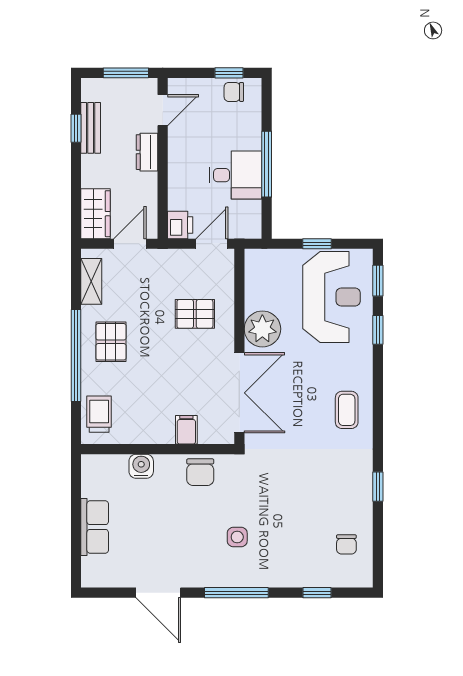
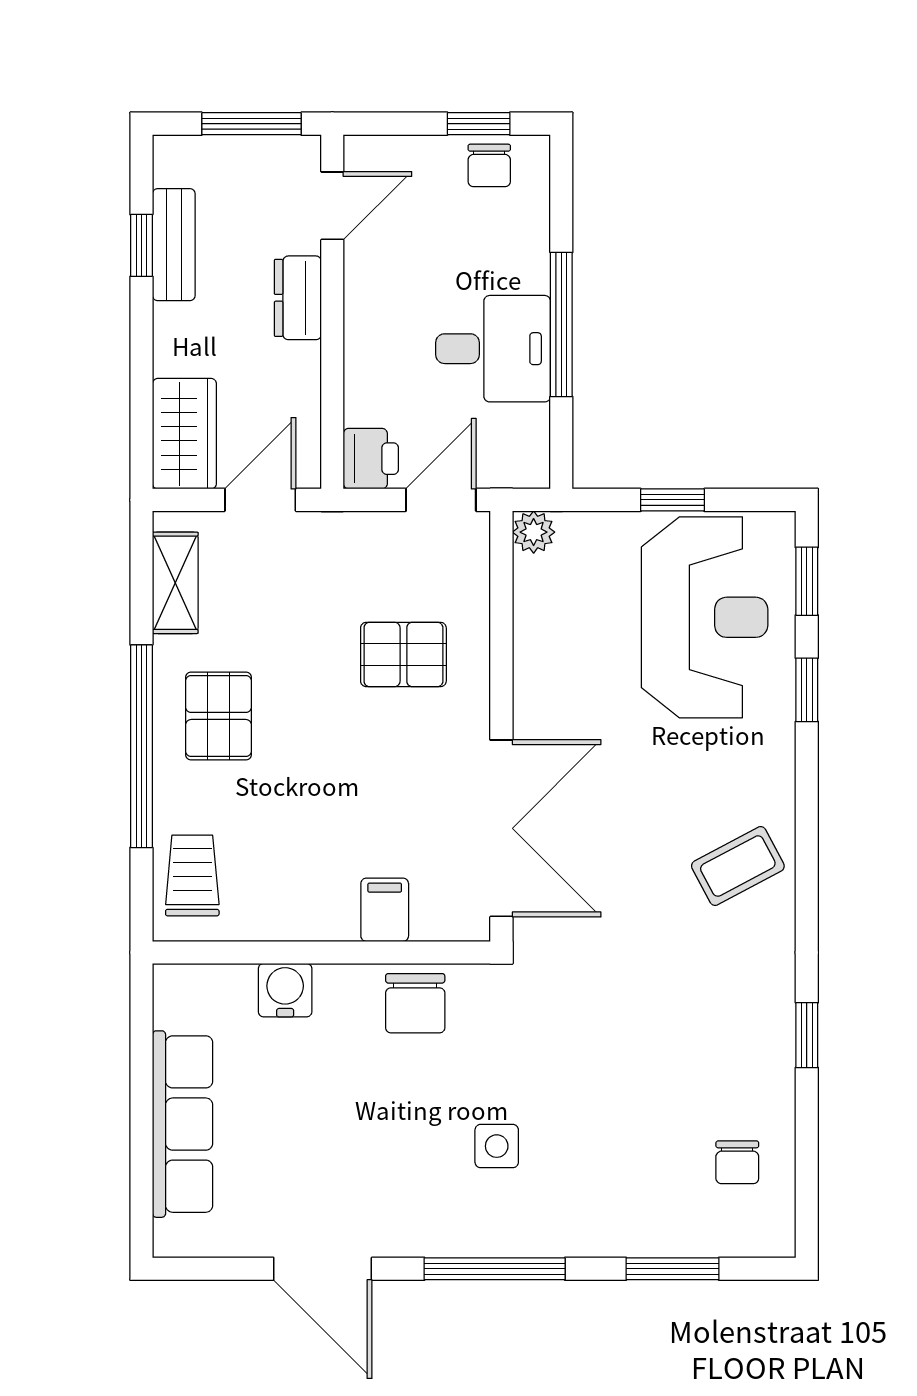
chair: (234, 92) -> (489, 165), turned -90
plant: (262, 329) -> (534, 532), moved, width x0.53, depth x0.53
coffee table: (347, 410) -> (738, 866), turned 62
row of seats: (95, 527) -> (183, 1124), width x1.48
window: (317, 593) -> (673, 1269), width x1.50

